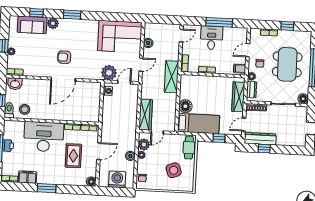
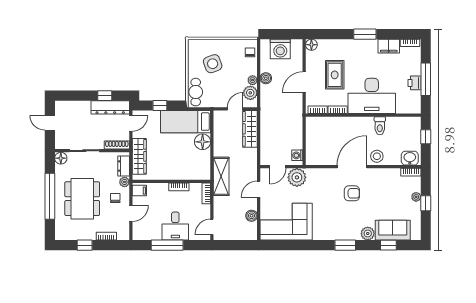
stool: (25, 109) -> (377, 156), moved
toilet: (9, 110) -> (380, 126), moved

